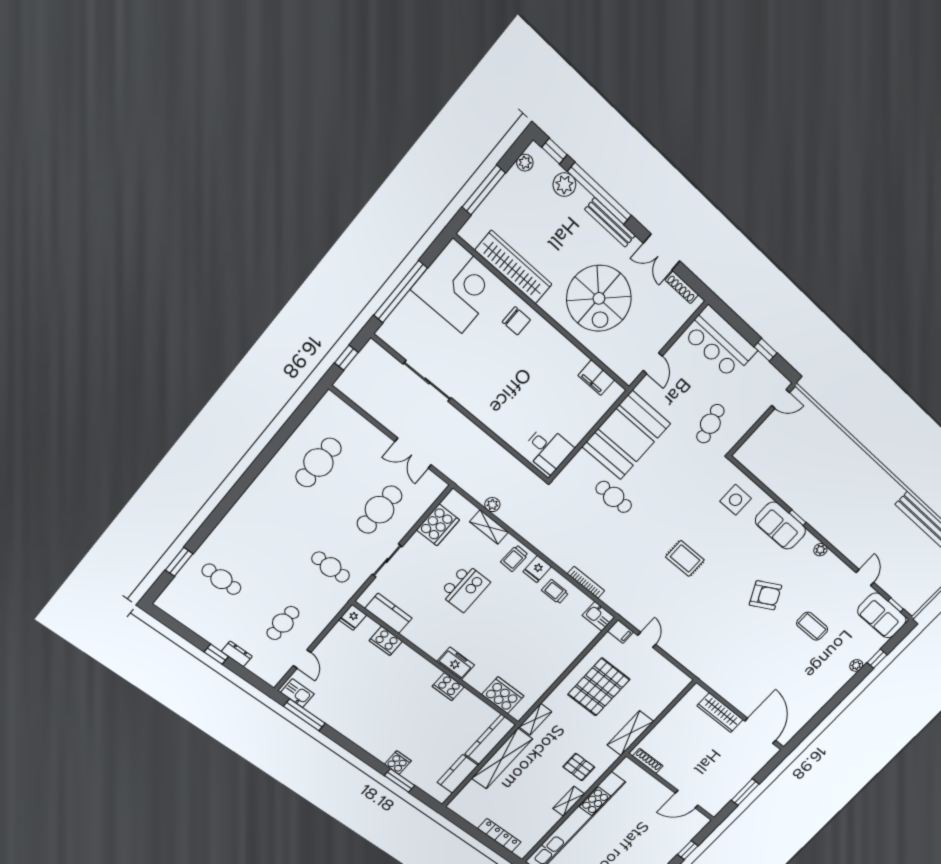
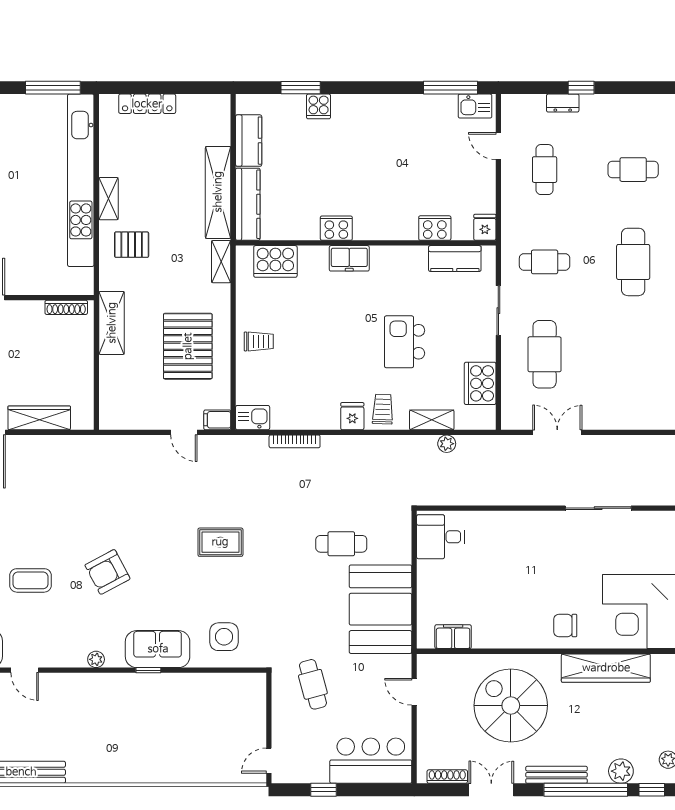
cafe table: (318, 463) -> (633, 262), moved
trolley: (555, 592) -> (259, 341), moved

